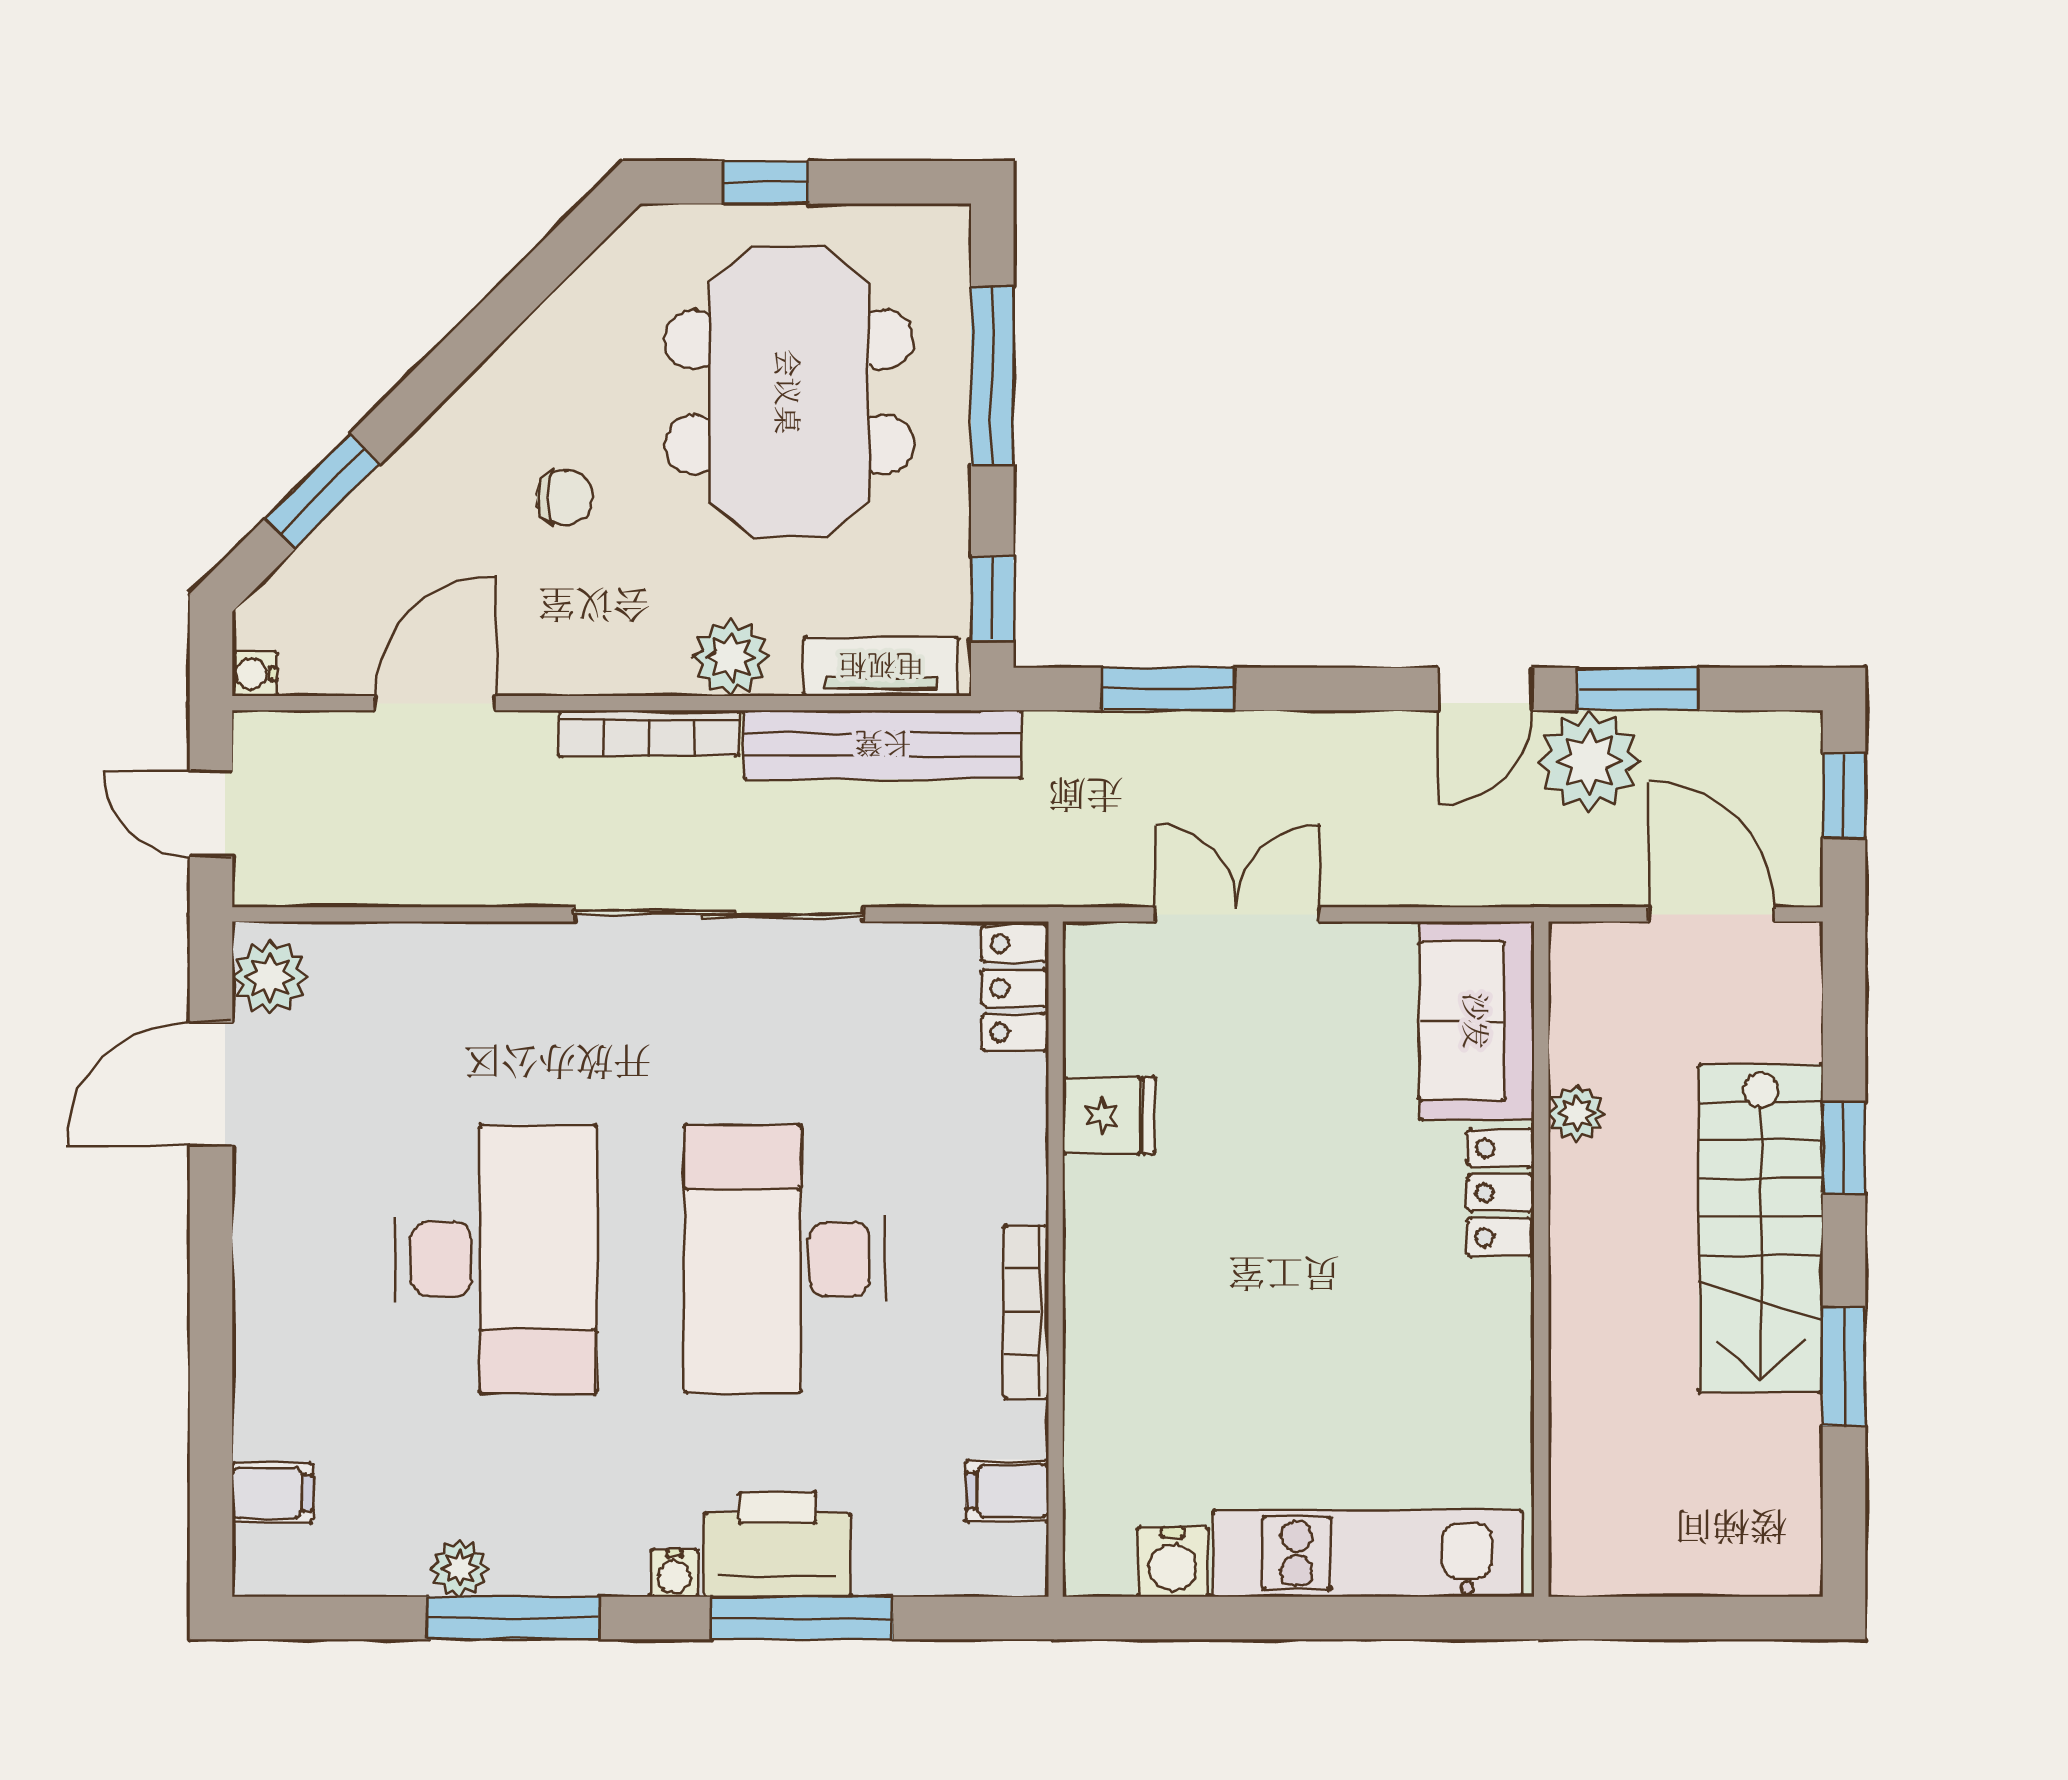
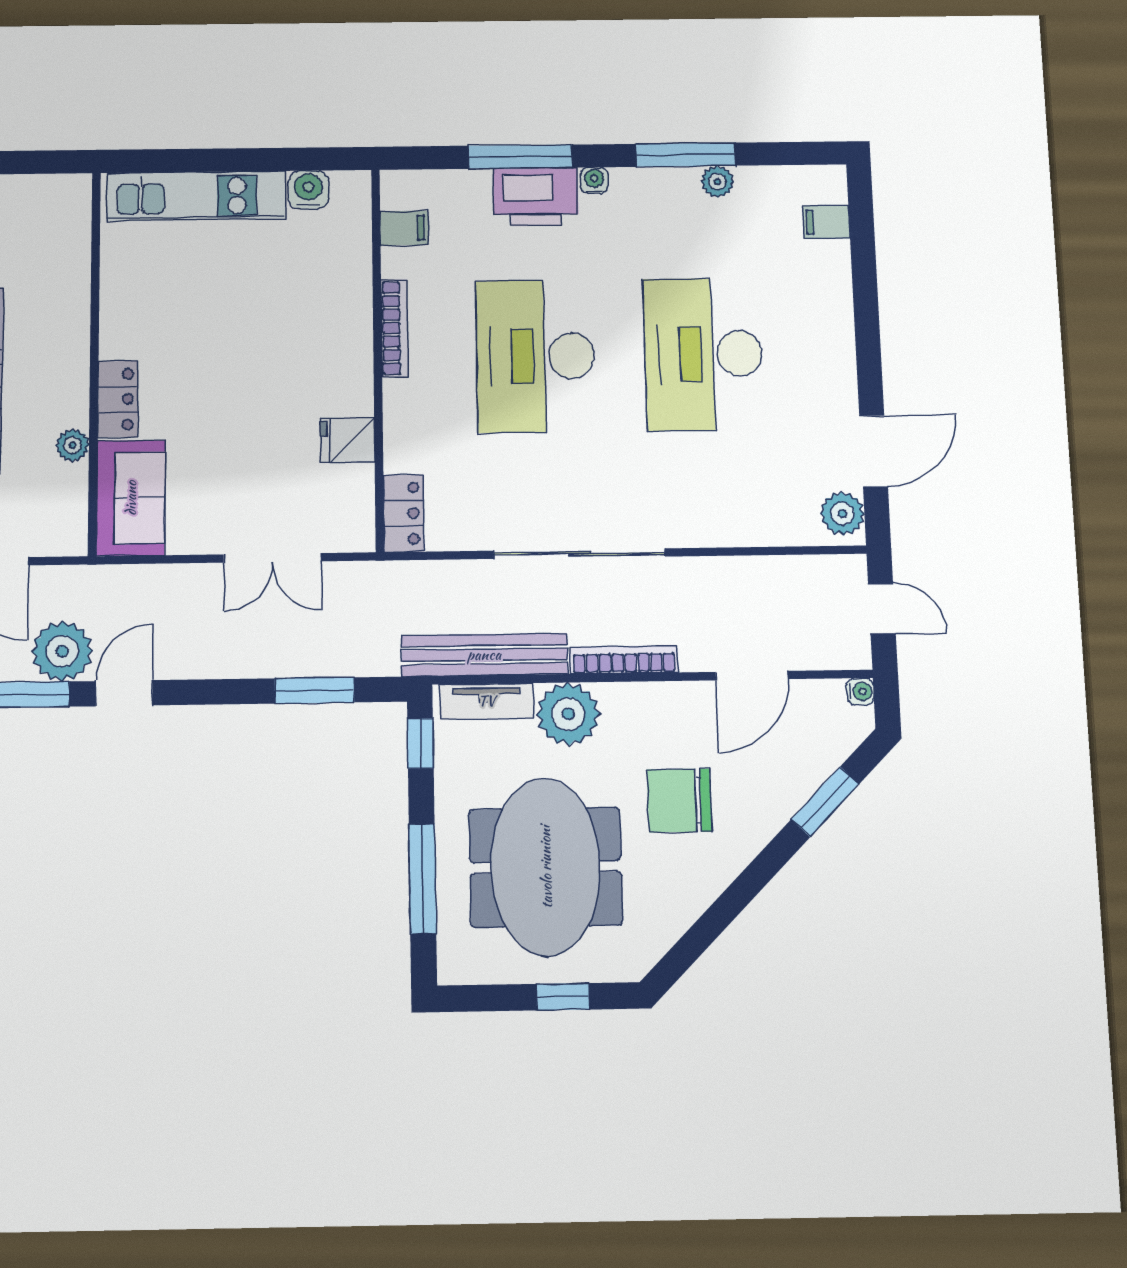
chair: (565, 497) -> (679, 800), width x1.87, depth x1.87
plant: (731, 657) -> (568, 714), width x1.36, depth x1.36
desk: (785, 1259) -> (535, 356), turned 180

